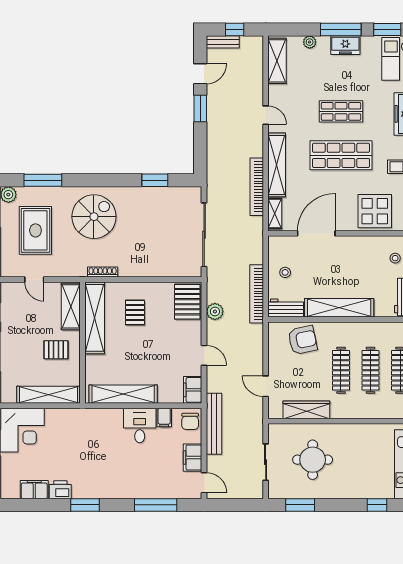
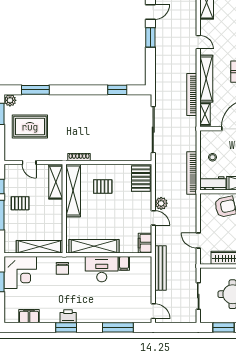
spiral stairs: (94, 217) -> (73, 116), removed
rug: (35, 230) -> (30, 127), turned 90
plant: (215, 312) -> (161, 203), moved
pallet: (135, 313) -> (103, 187), turned 90
pallet: (56, 350) -> (20, 203), moved
chair: (190, 421) -> (62, 268), moved
desk: (140, 425) -> (102, 269), width x1.37
filing cabinet: (193, 458) -> (145, 293), removed
printer: (60, 490) -> (68, 316), moved

